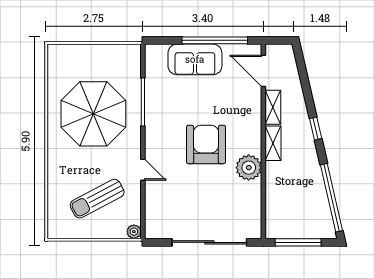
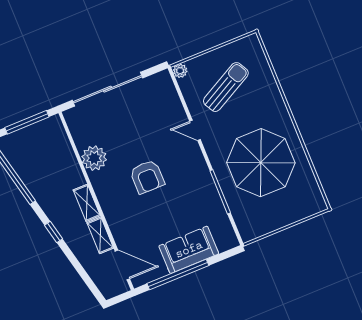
armchair: (206, 144) -> (147, 177), width x0.73, depth x0.73
plant: (249, 168) -> (94, 158), moved

